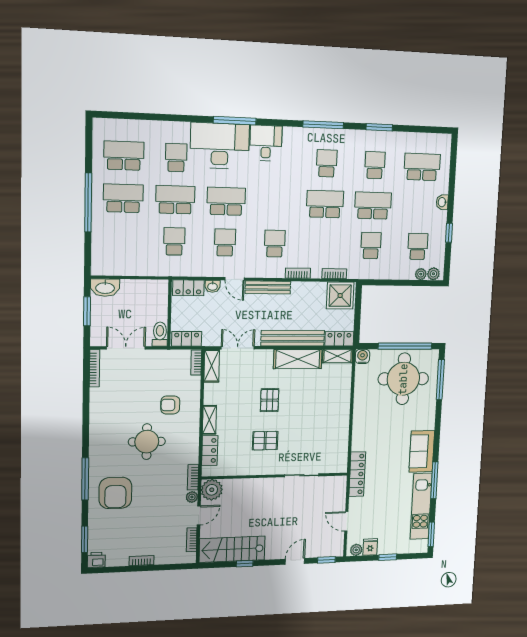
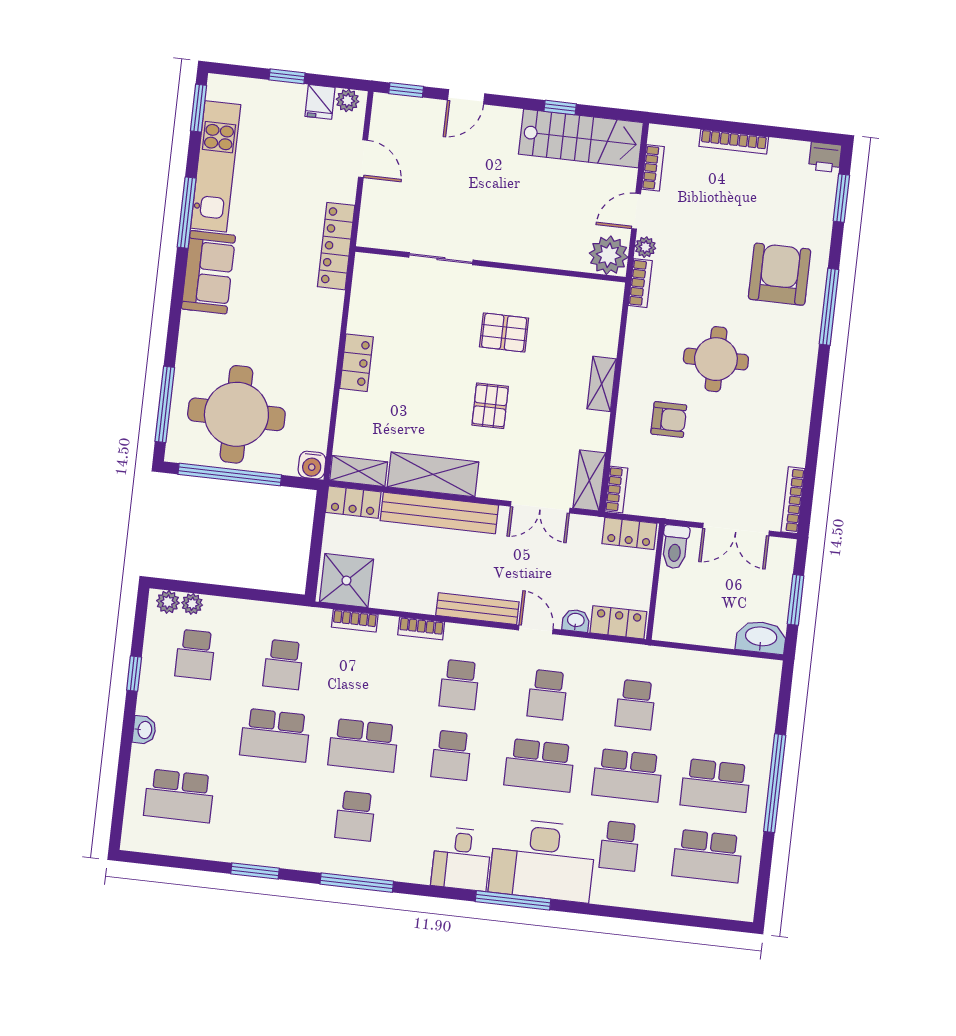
school desk: (375, 165) -> (451, 755), moved
locker: (210, 451) -> (356, 363), moved, turned 180
bookcase: (142, 561) -> (734, 142), width x1.56

